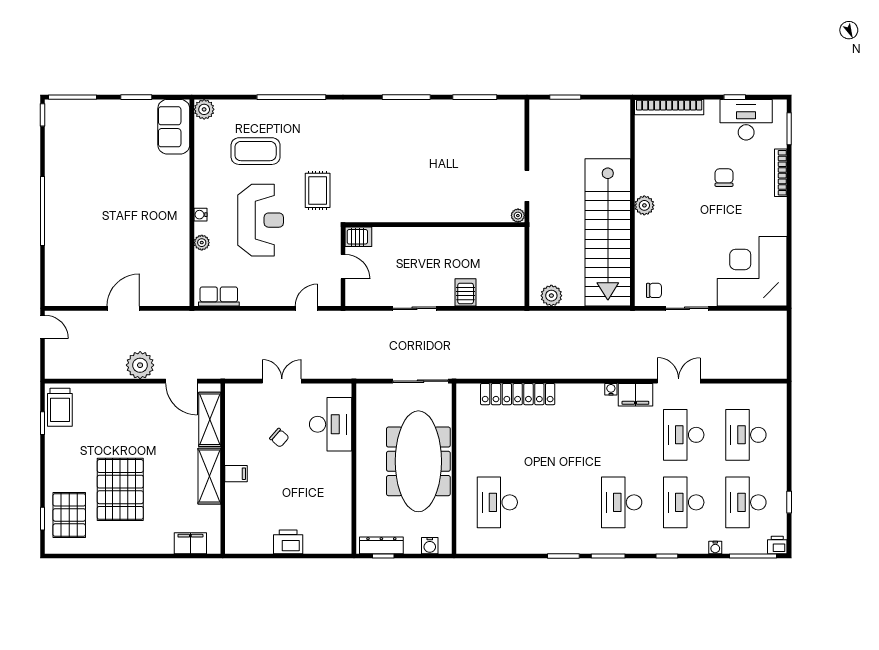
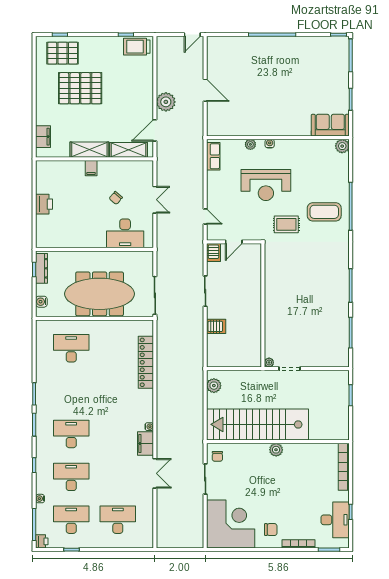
coffee table: (256, 151) -> (324, 212), moved, turned 90
chair: (724, 178) -> (271, 530), moved
server rack: (358, 237) -> (213, 252), moved
desk: (684, 435) -> (118, 477), removed

